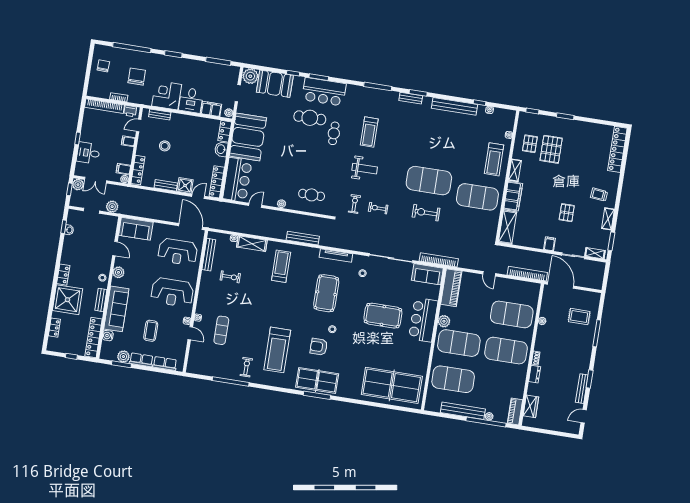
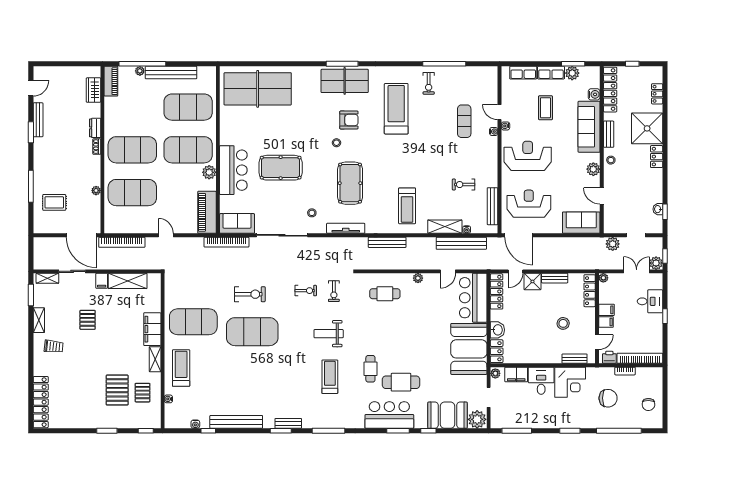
chair: (137, 77) -> (608, 398), turned -90
filing cabinet: (123, 169) -> (606, 310), moved
bench: (240, 227) -> (461, 243), added
shelving: (508, 227) -> (128, 281), moved, turned 90

